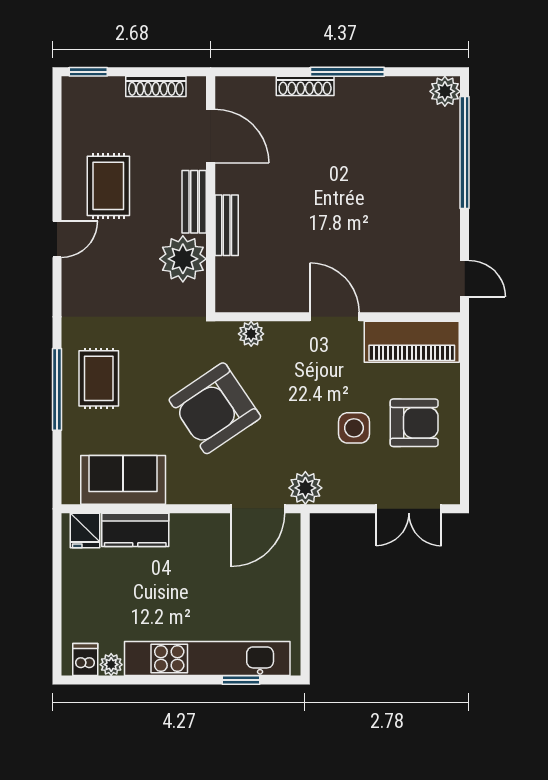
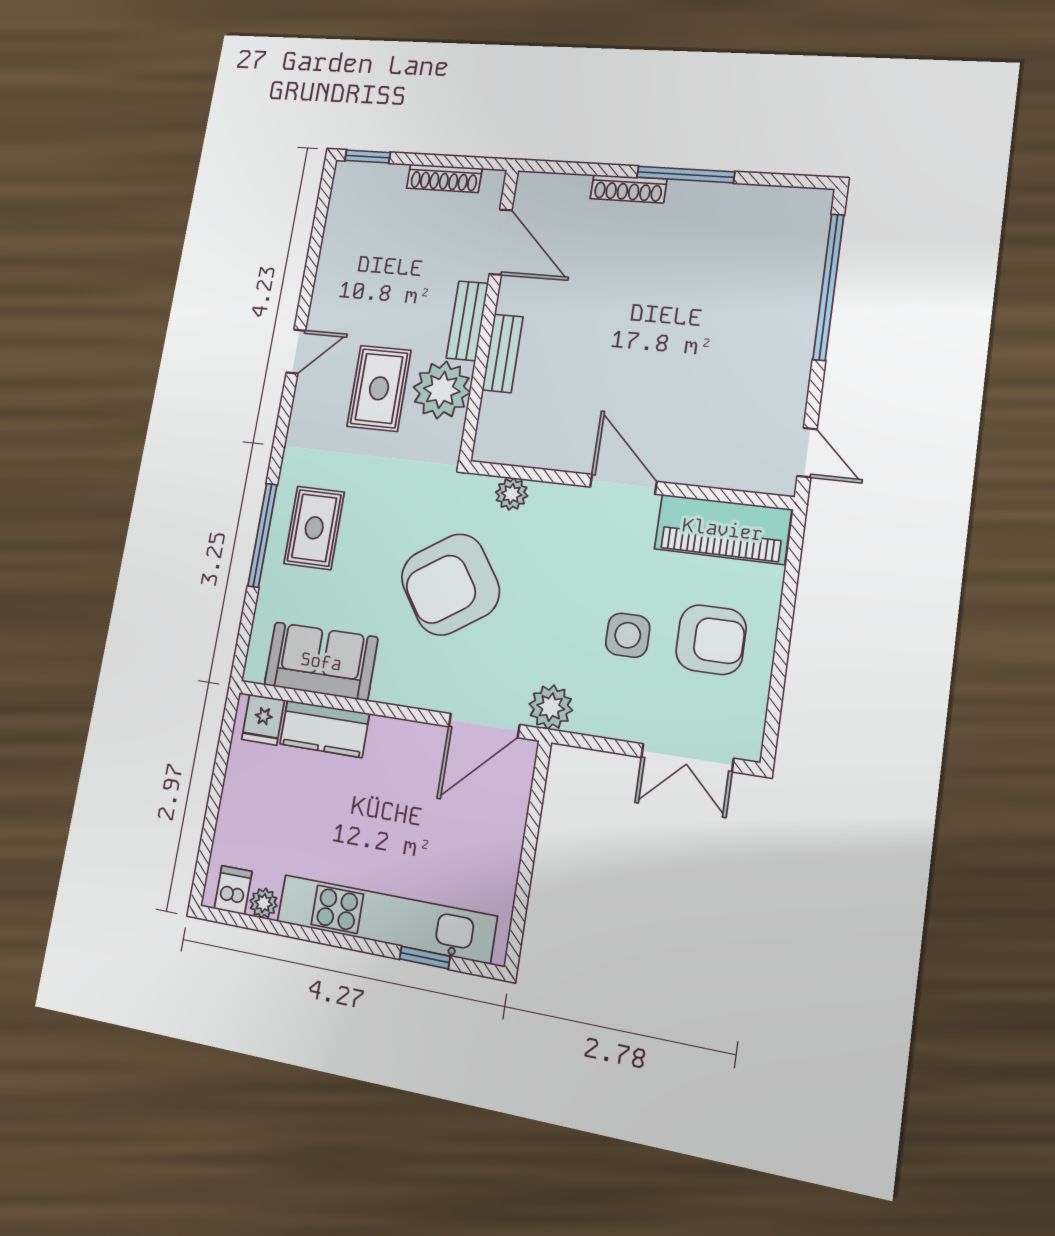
plant: (445, 91) -> (812, 207), removed
rug: (108, 186) -> (379, 388), moved

